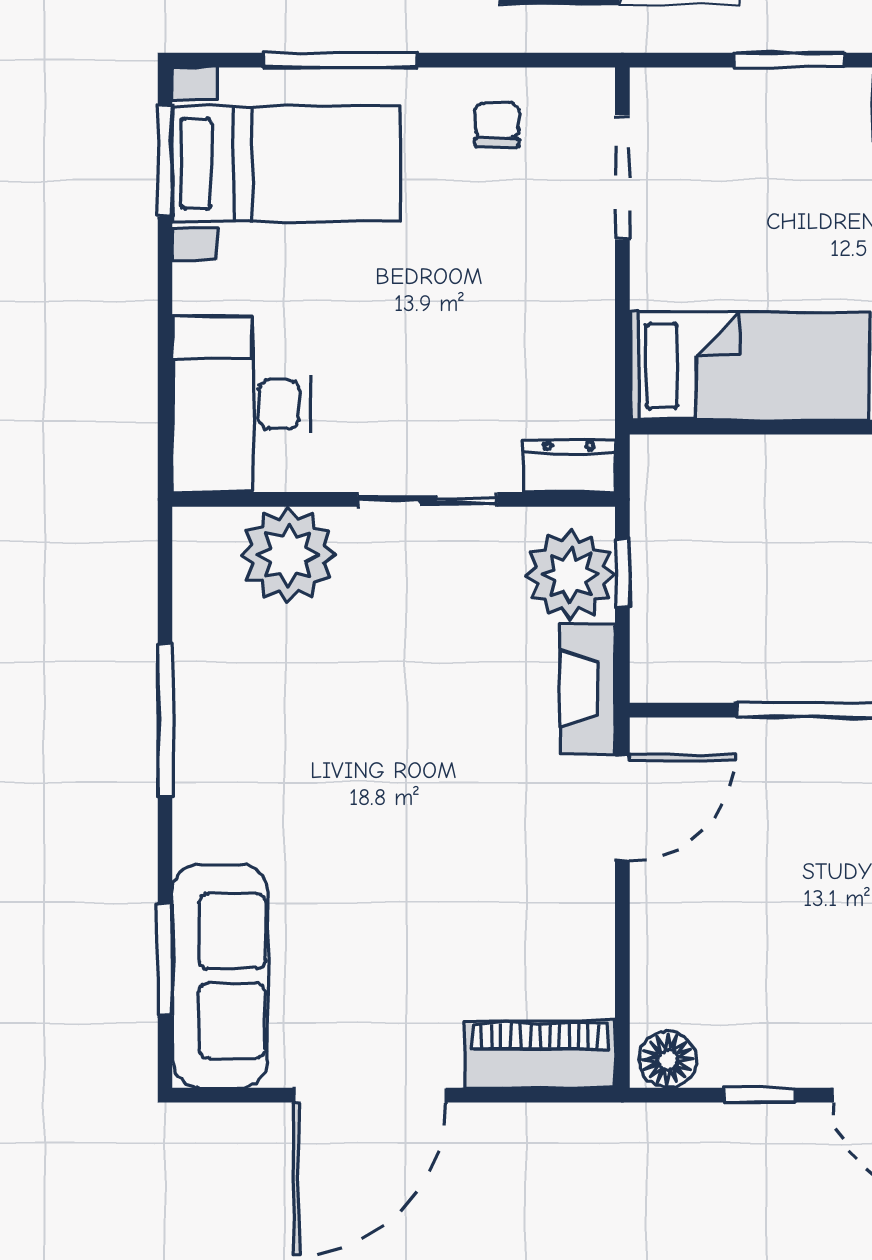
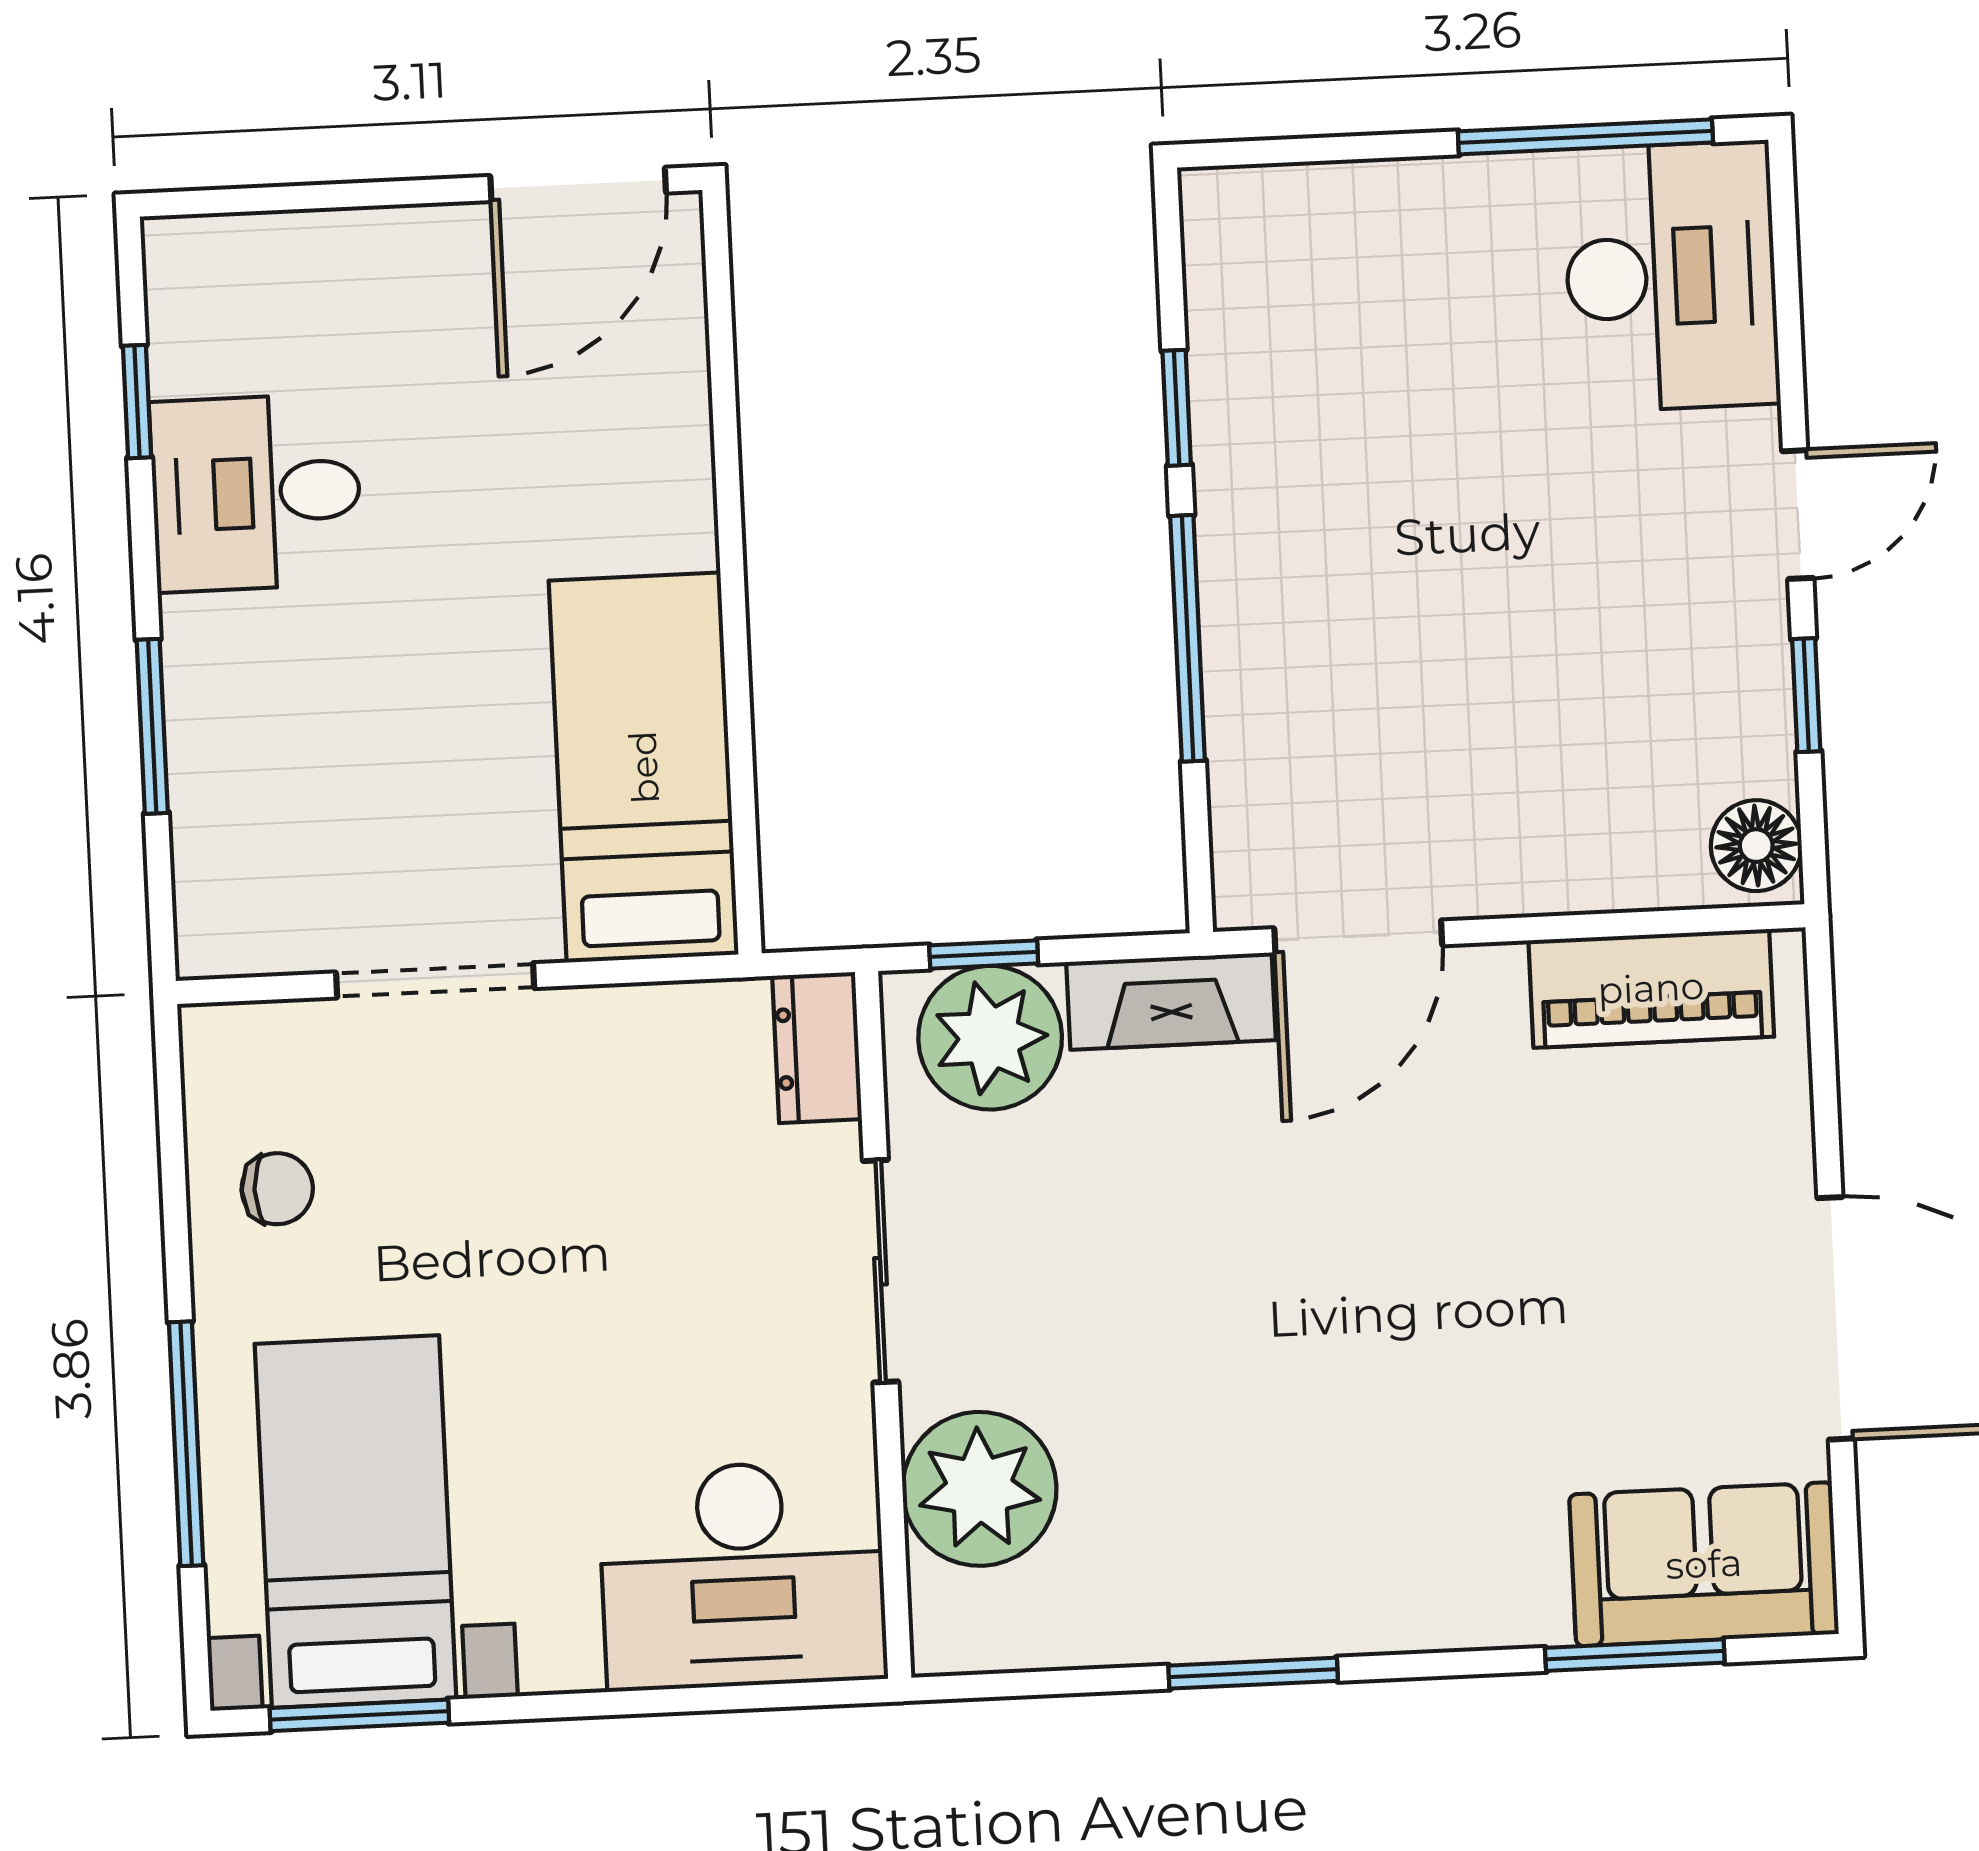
chair: (497, 125) -> (277, 1189), turned 180
doorway: (622, 177) -> (435, 980), moved
window: (165, 721) -> (1253, 1673), width x0.69
door: (622, 808) -> (1358, 937), swing flipped
sofa: (220, 976) -> (1704, 1564), width x0.73
piano: (540, 1054) -> (1651, 988), moved, turned -90

